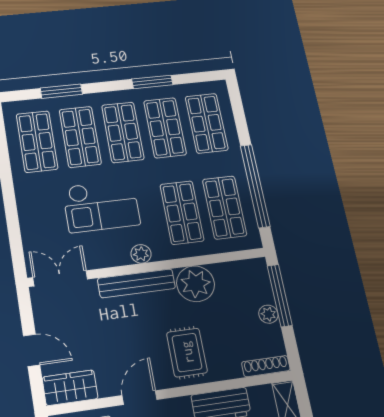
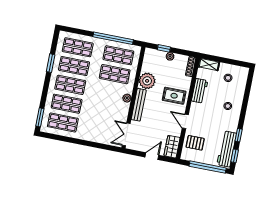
window: (61, 91) -> (40, 117), moved
checkout: (101, 206) -> (101, 106), removed
window: (280, 295) -> (164, 48), width x0.46

